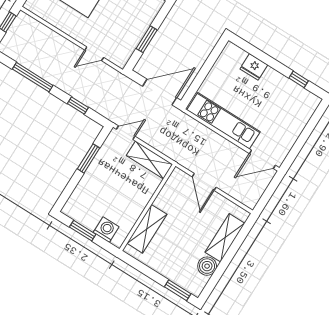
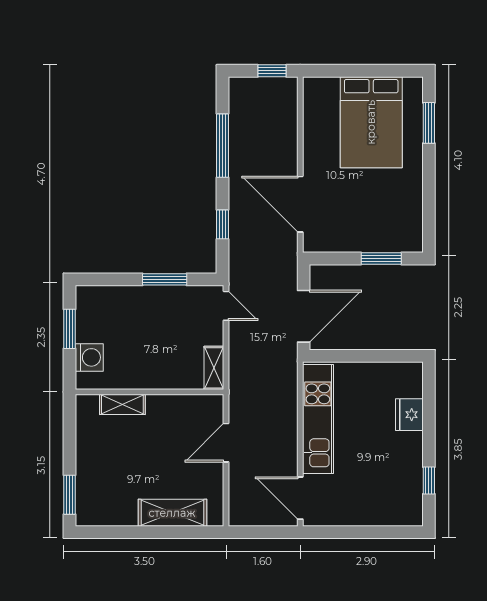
window: (147, 39) -> (381, 259), moved
door: (94, 54) -> (300, 204), width x1.87
door: (160, 92) -> (304, 316), hinge flipped
shelving: (150, 160) -> (214, 368), width x0.67, depth x0.75
shelving: (147, 229) -> (122, 404), width x0.67, depth x0.75
boiler: (207, 266) -> (123, 513), removed

